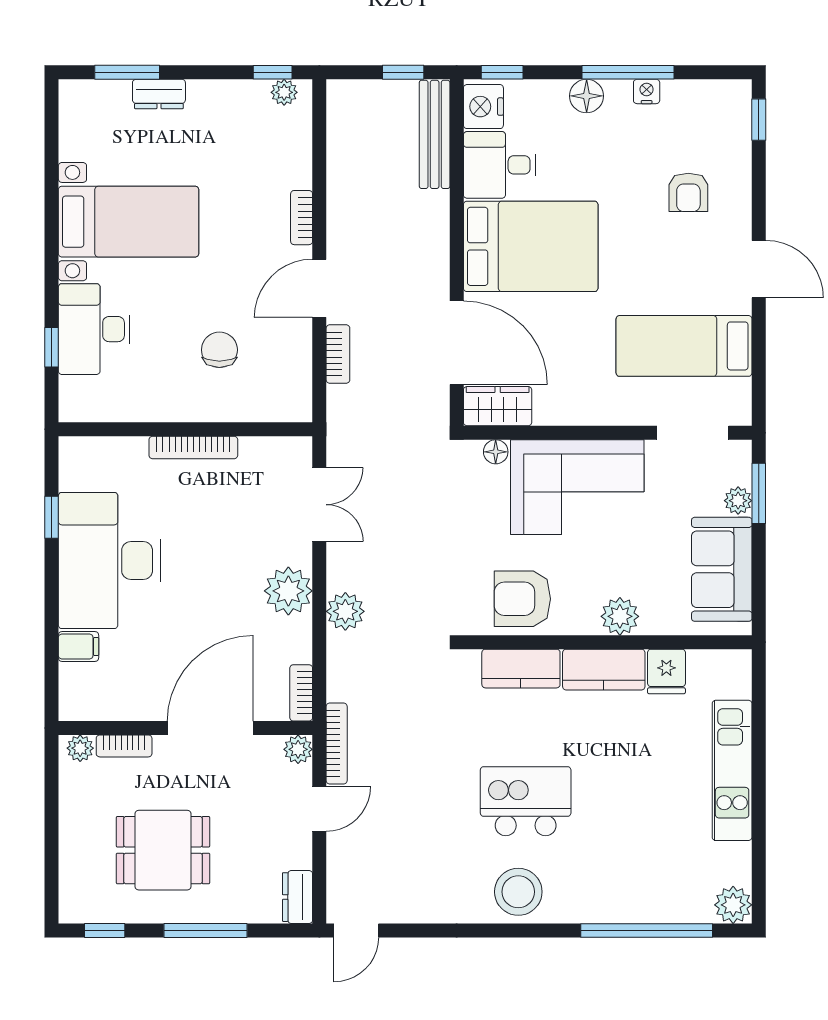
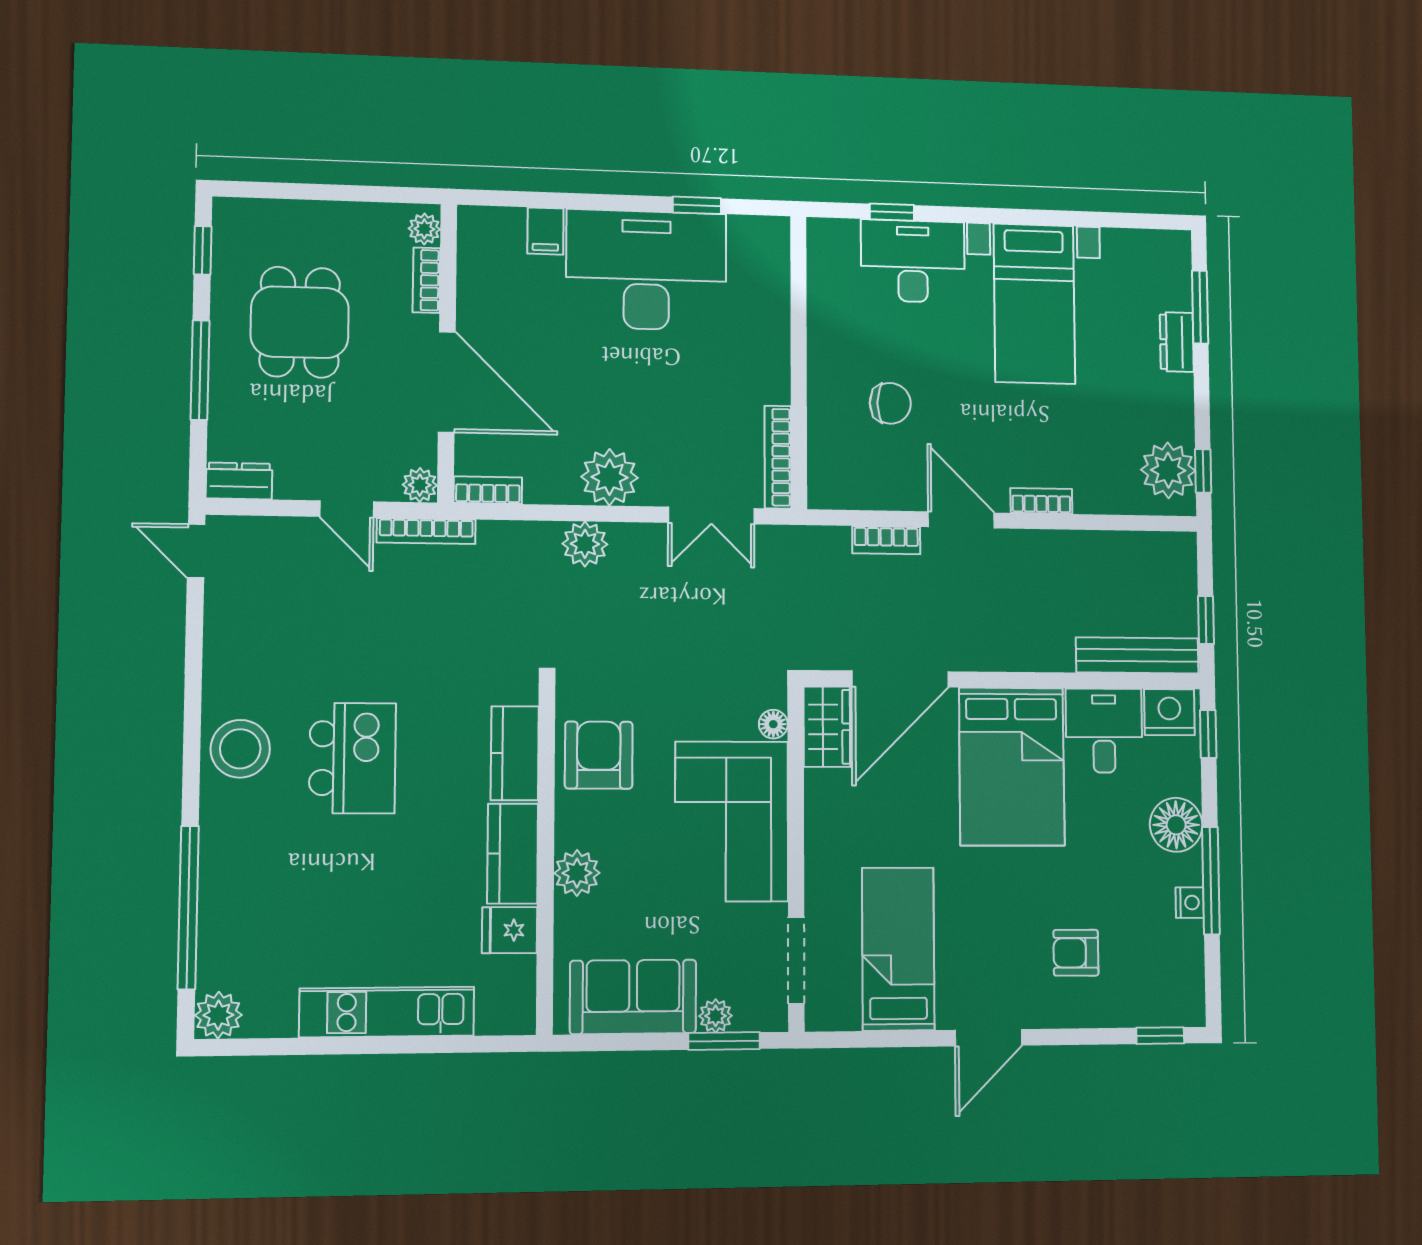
plant: (284, 92) -> (1168, 470), width x1.88, depth x1.88
floor lamp: (587, 96) -> (1176, 825), width x1.38, depth x1.38
bookcase: (193, 447) -> (778, 457), moved

